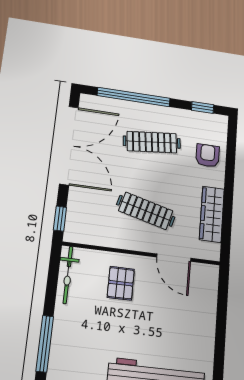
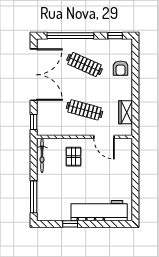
clothes rail: (152, 142) -> (84, 64), turned 30
armchair: (208, 156) -> (121, 68), turned 180
wardrobe: (212, 214) -> (126, 112), width x0.67

